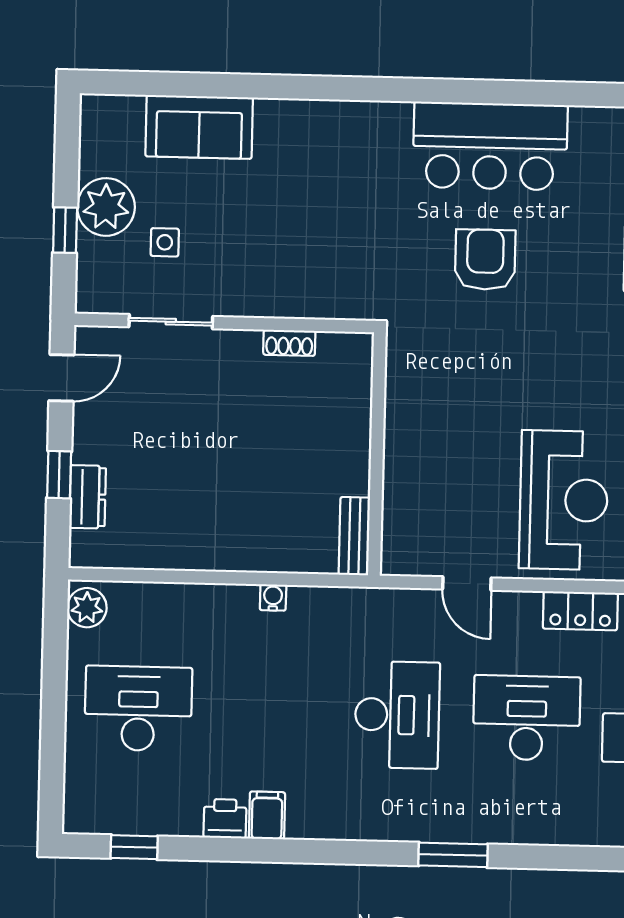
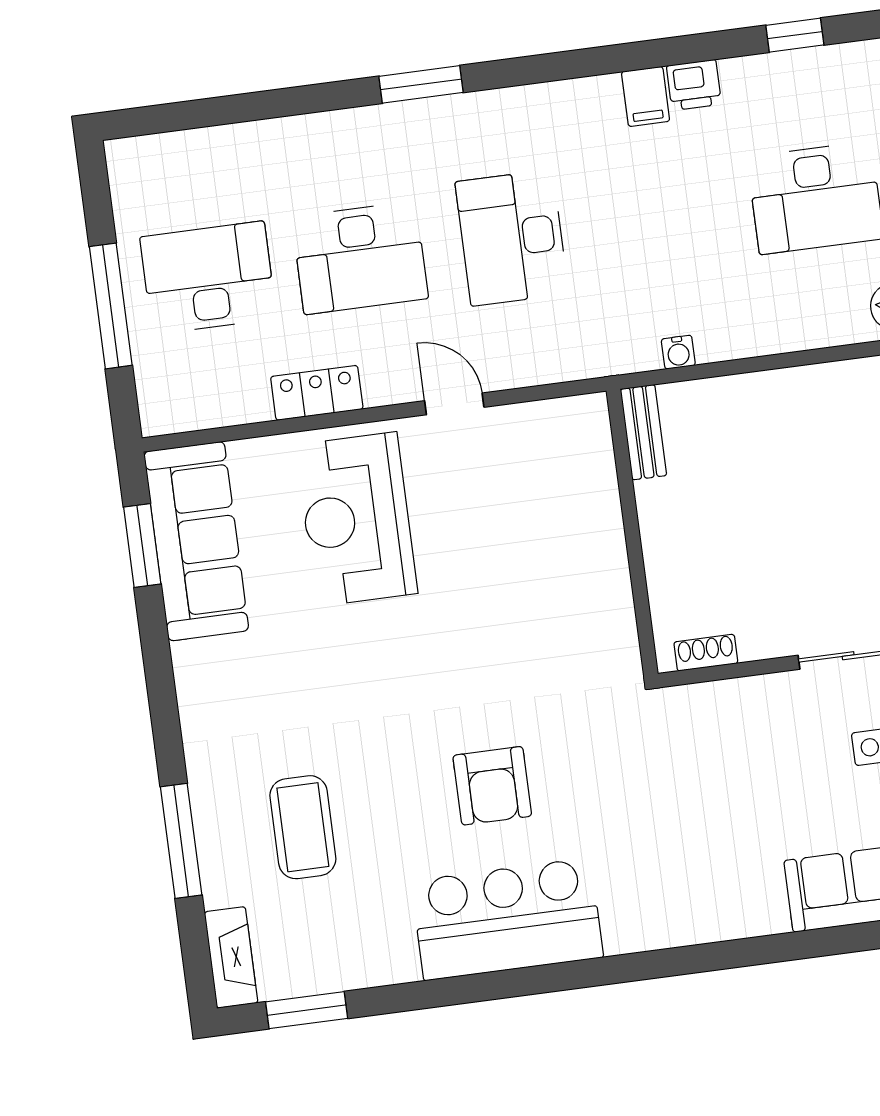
wall: (377, 454) -> (632, 532), moved
bench: (354, 536) -> (643, 432), moved

